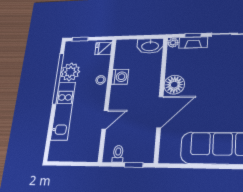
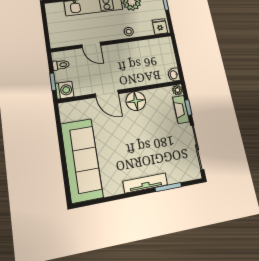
washbasin: (150, 46) -> (174, 75), width x0.52, depth x0.69
washing machine: (120, 77) -> (65, 90), moved, turned -90
door: (160, 112) -> (107, 94), width x0.73

